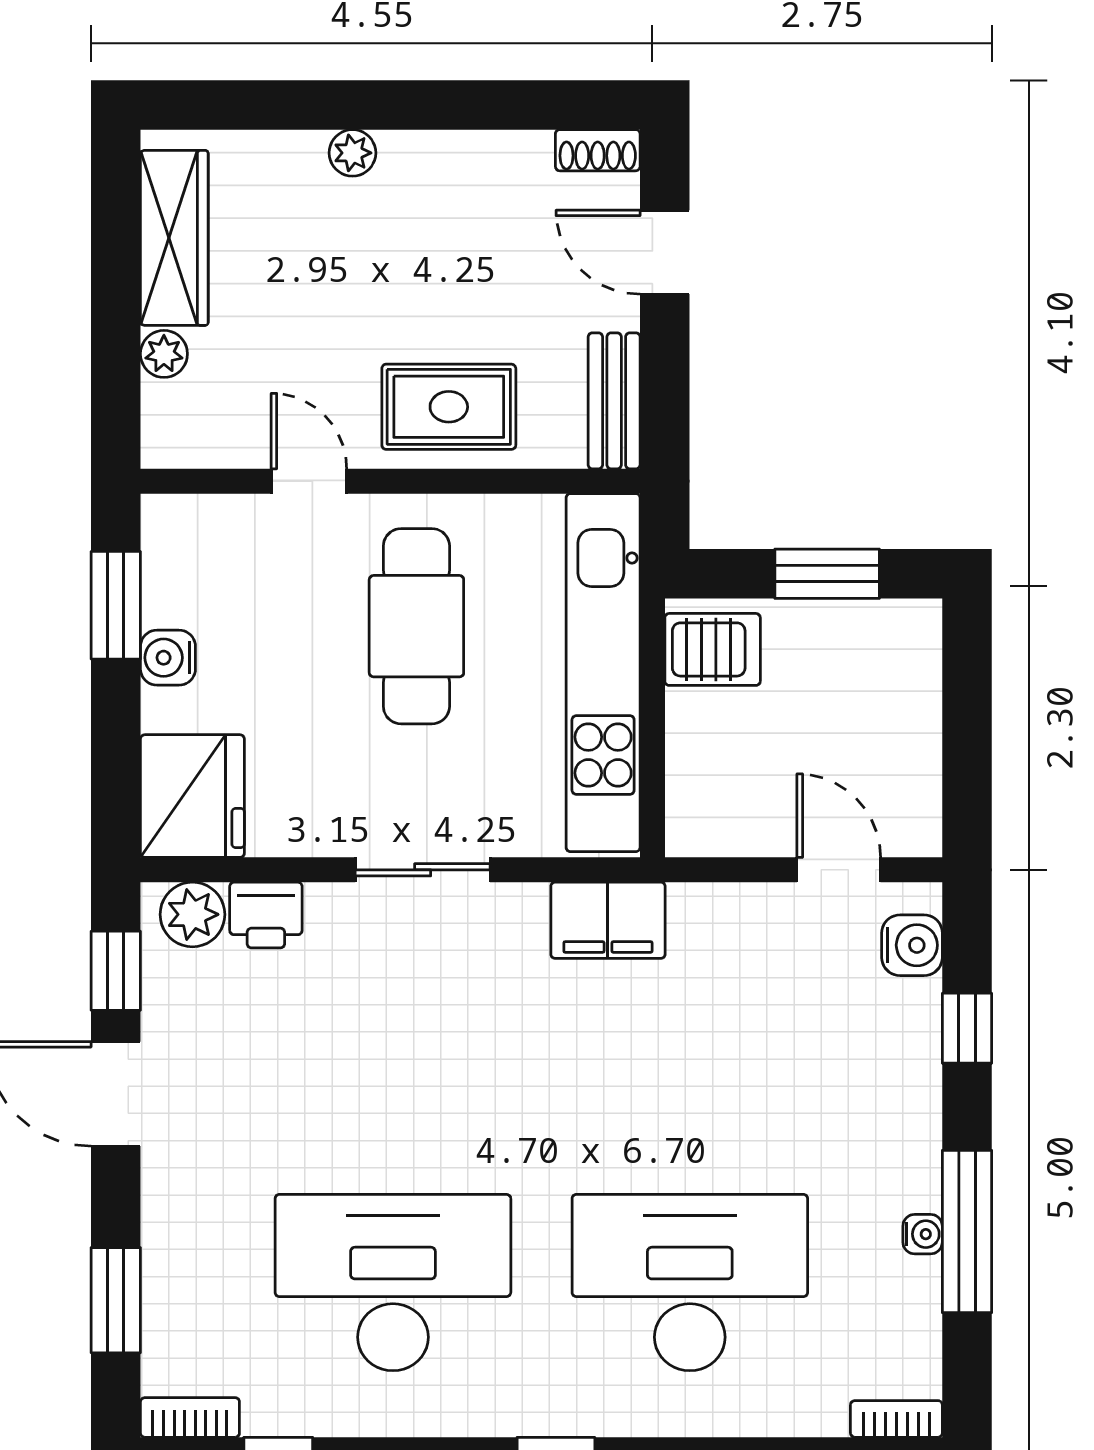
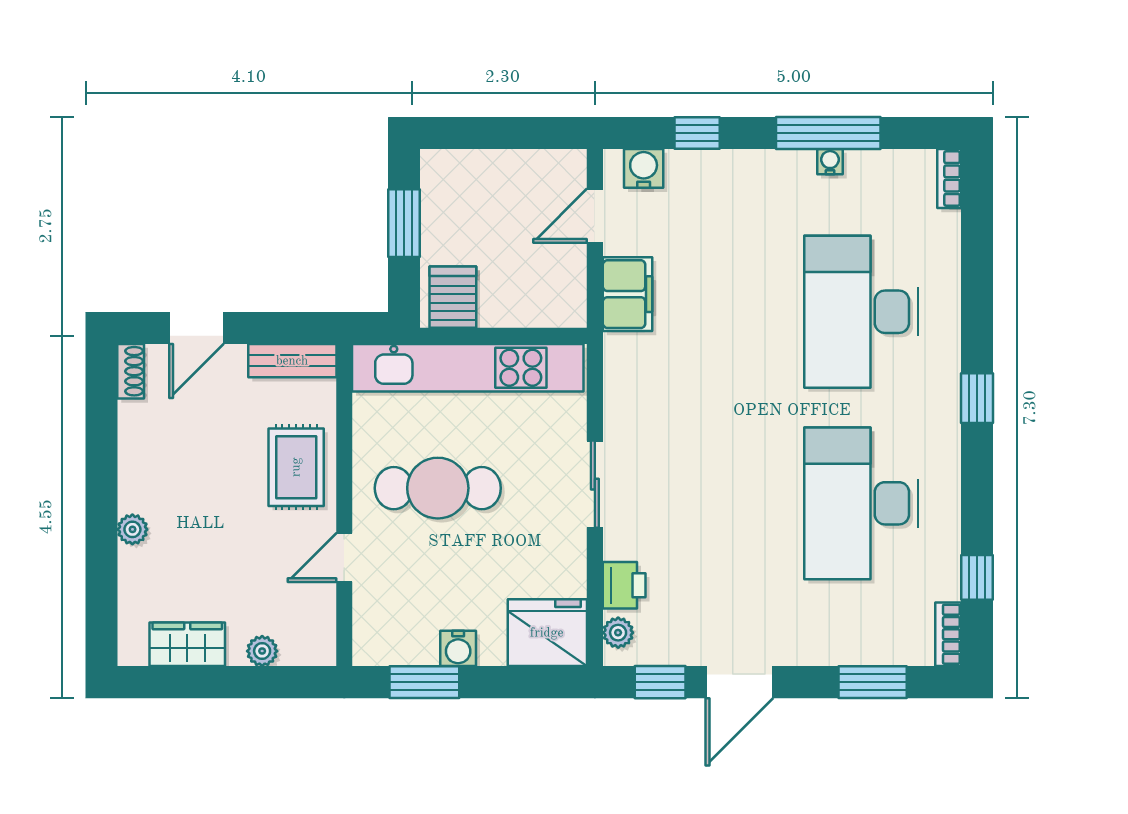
wardrobe: (174, 238) -> (187, 644), width x0.67
plant: (192, 914) -> (618, 633), width x0.73, depth x0.73
filing cabinet: (608, 920) -> (627, 294), moved

